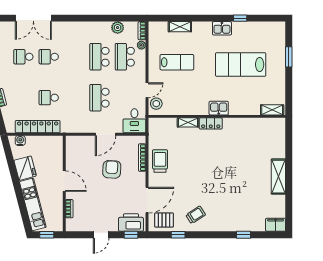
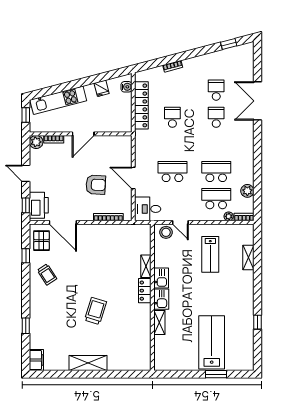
kitchen sink: (222, 28) -> (161, 278), moved, turned 180
lab bench: (241, 64) -> (212, 342), moved
shelving: (272, 110) -> (159, 322), moved
trolley: (160, 161) -> (96, 311), moved, turned -73
fridge: (25, 168) -> (102, 88), width x0.53, depth x0.75
plant: (72, 225) -> (36, 142), added

